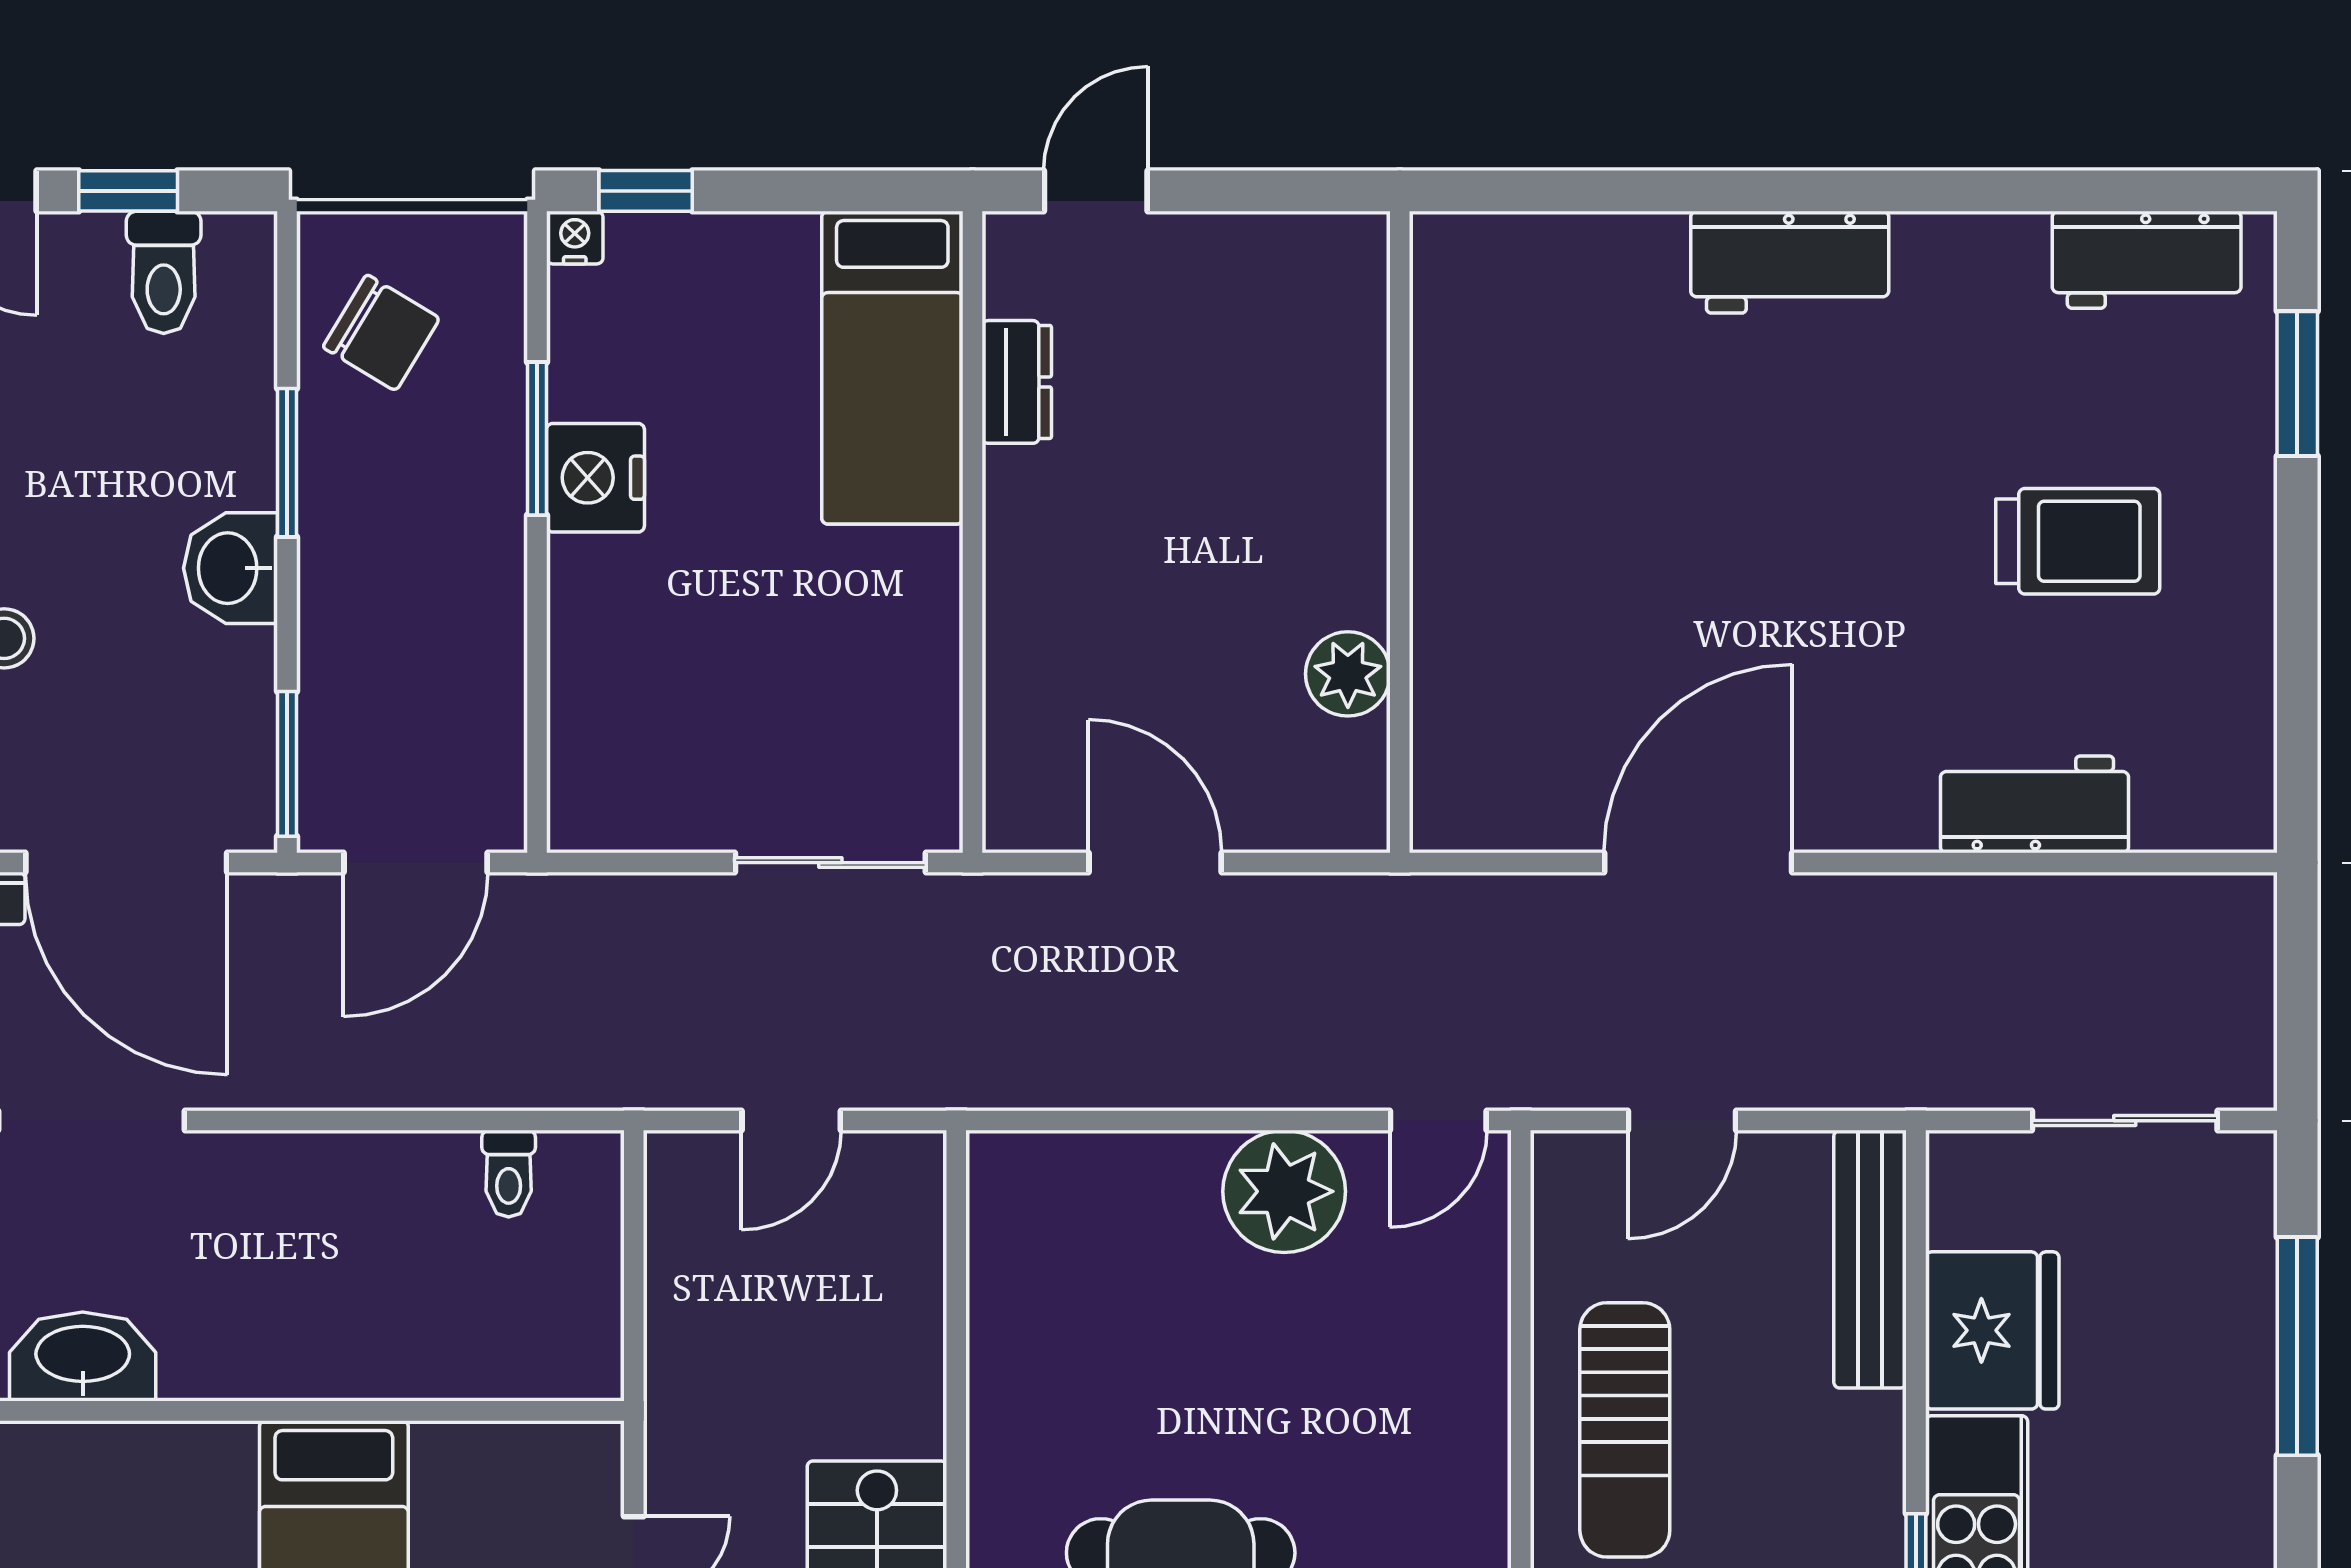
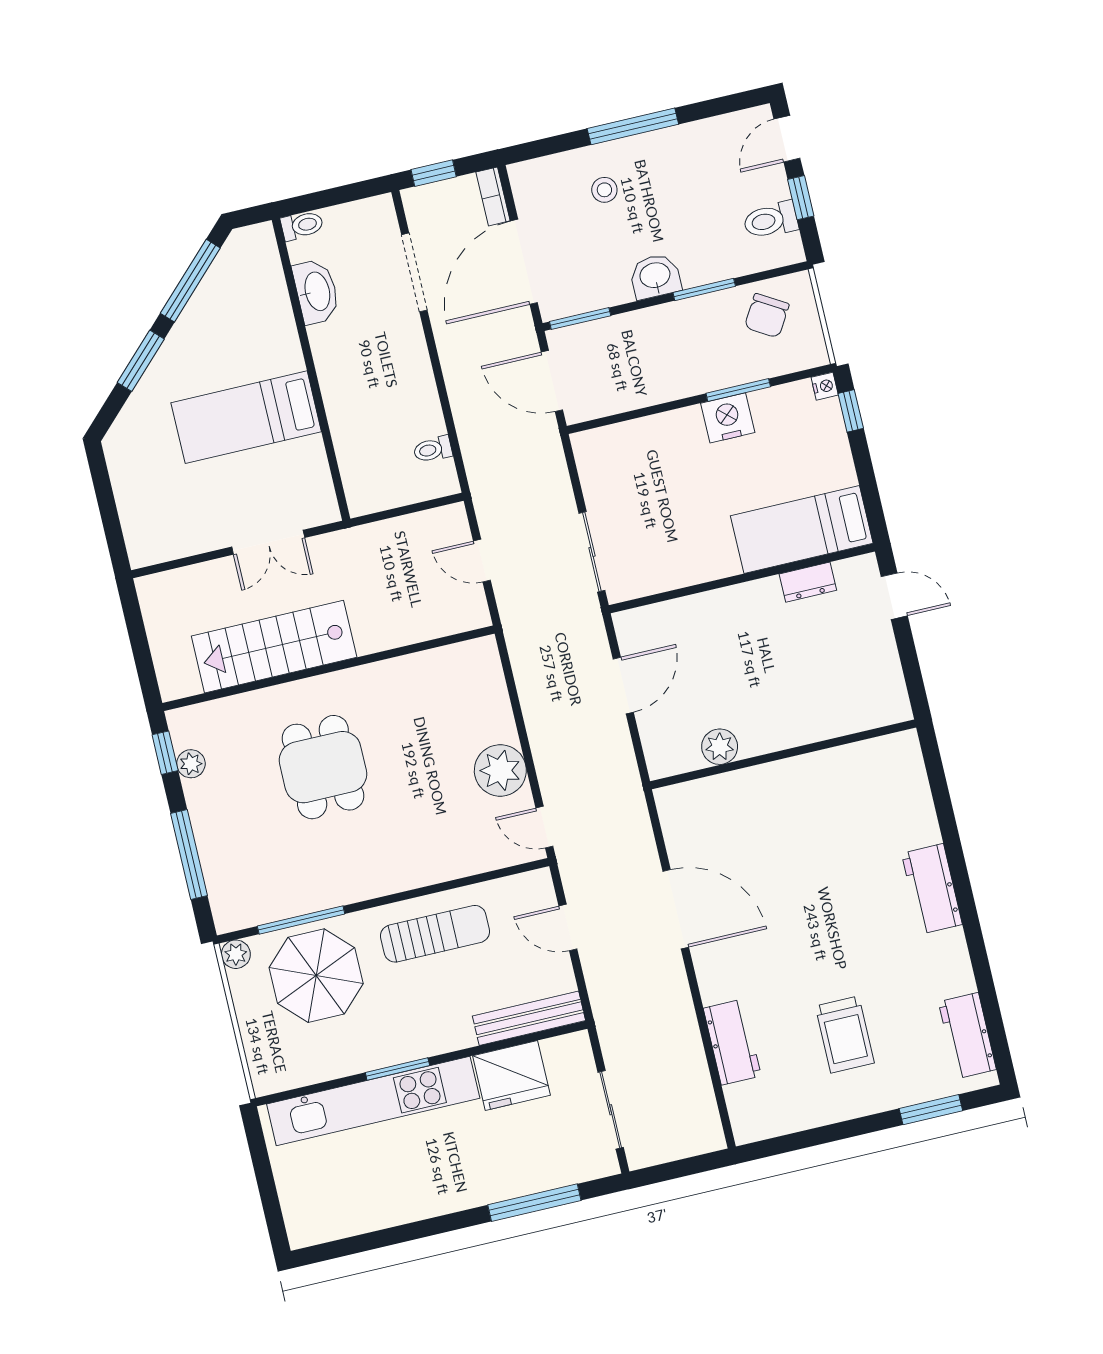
sun lounger: (1625, 1430) -> (435, 934), turned 180

